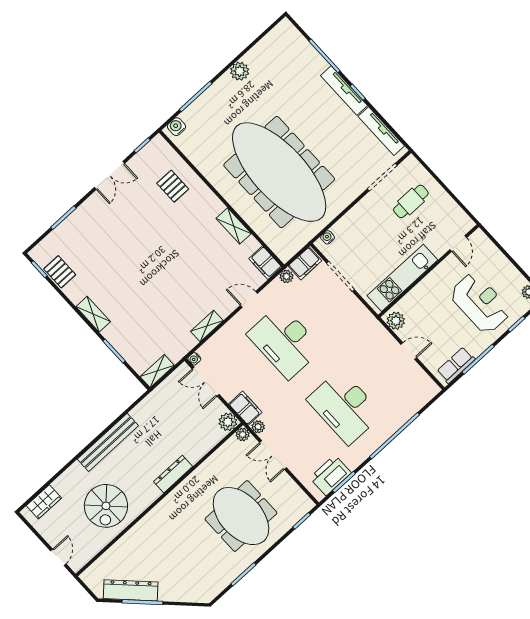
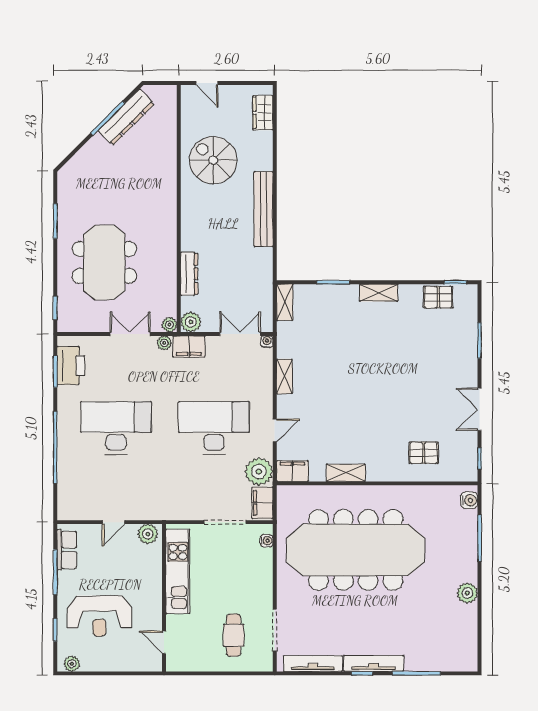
plant: (286, 276) -> (259, 472), width x1.87, depth x1.87
dresser: (173, 474) -> (189, 274), moved
meeting table: (241, 516) -> (104, 262), turned 90

